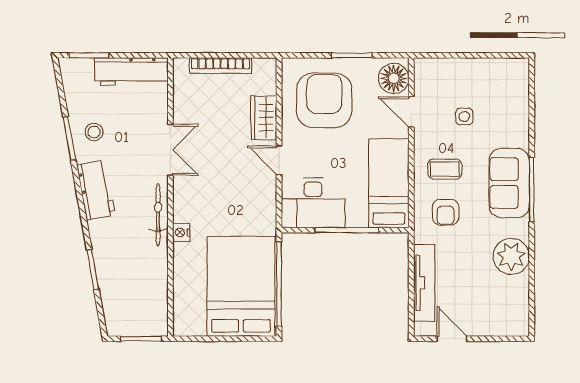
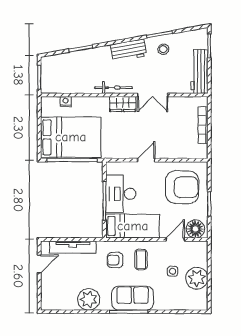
plant: (476, 76) -> (197, 278), added
wardrobe: (264, 118) -> (123, 104), moved, turned 180
desk: (313, 203) -> (121, 194), moved
nightstand: (181, 232) -> (66, 101), moved

